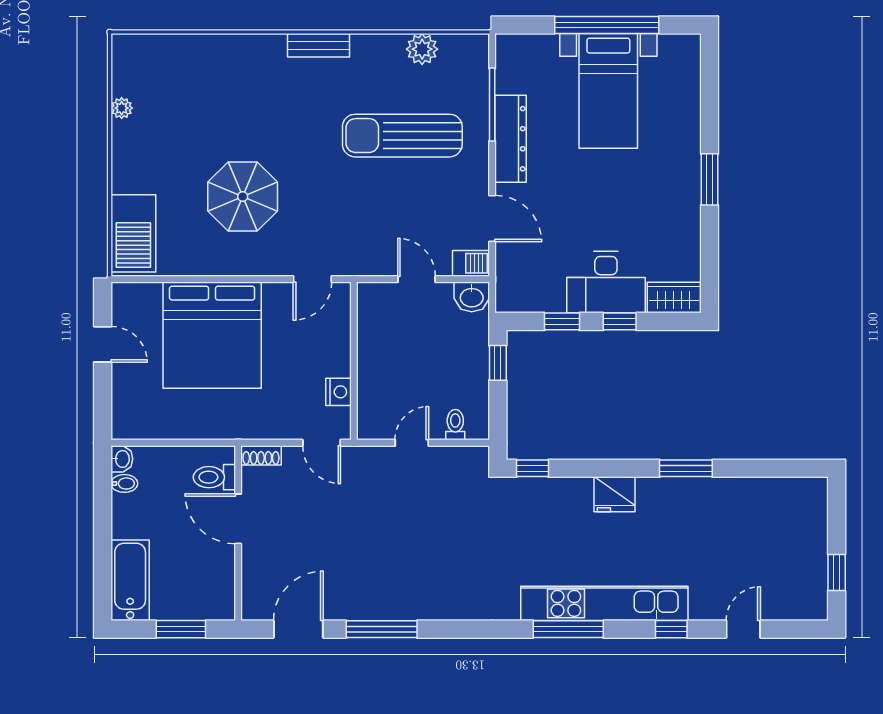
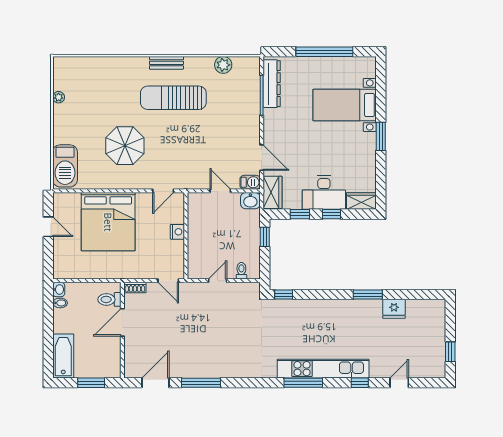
bed with nightstands: (608, 91) -> (345, 105), moved, turned 90
sun lounger: (402, 136) -> (173, 98), moved
dresser: (511, 139) -> (272, 84), moved
wardrobe: (512, 282) -> (273, 192), added
nightstand: (338, 392) -> (177, 232), moved
fridge: (615, 494) -> (394, 309), moved
door: (238, 519) -> (122, 322), hinge flipped

